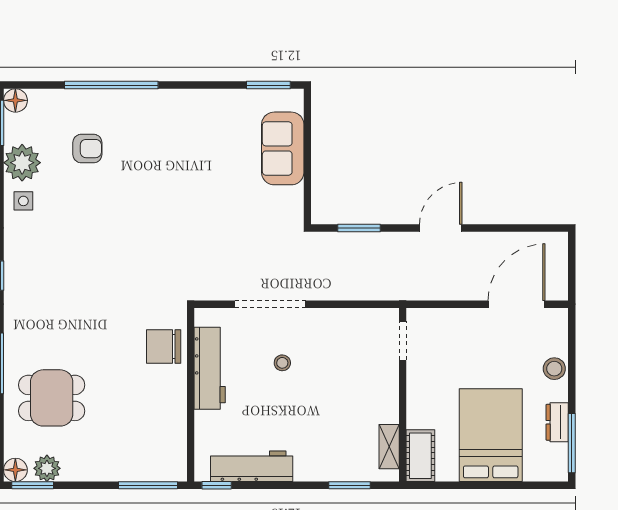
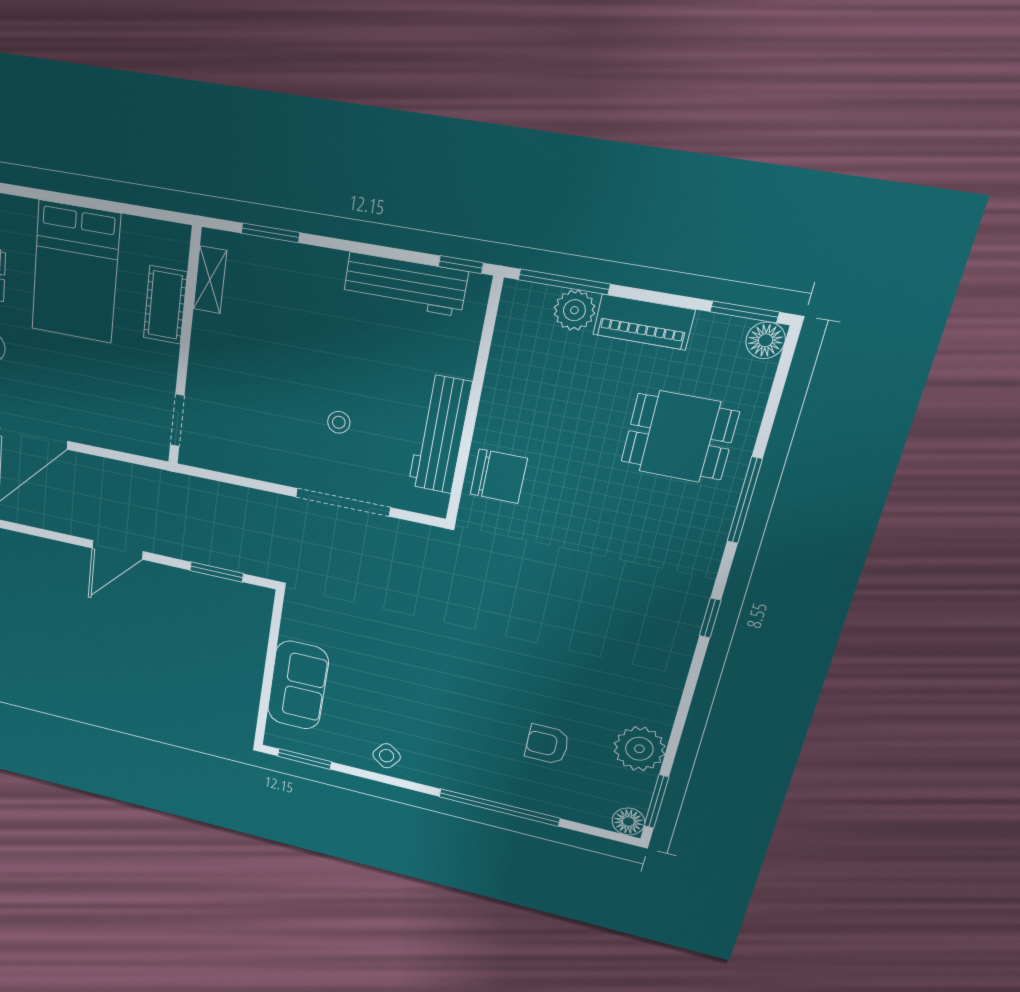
side table: (23, 201) -> (387, 756), moved, turned 36
cot: (420, 456) -> (165, 305), moved
plant: (47, 468) -> (574, 310), moved
piano: (92, 468) -> (644, 322), added

